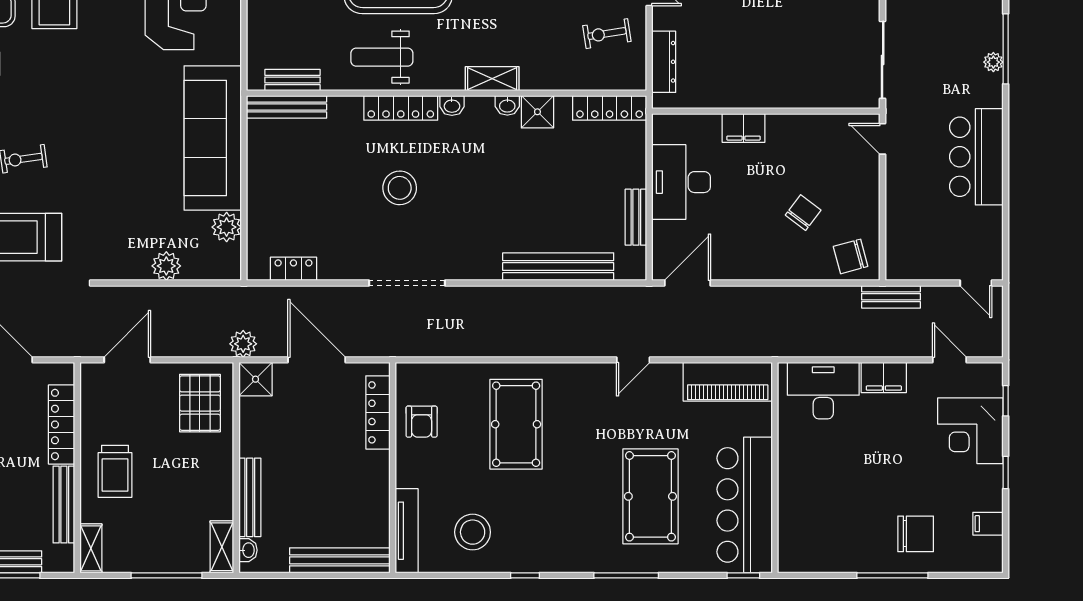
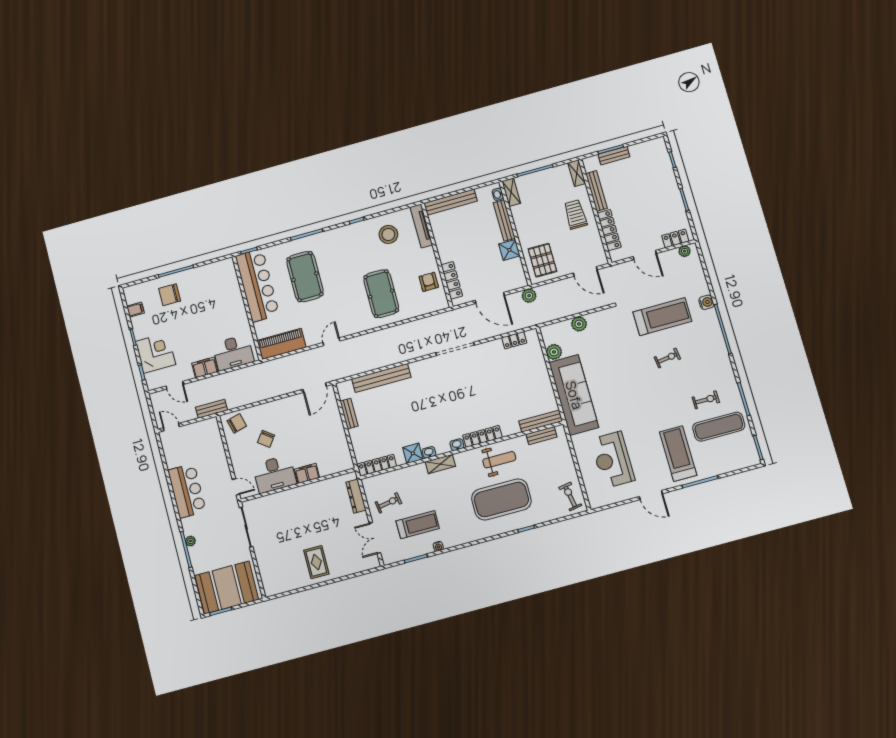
desk: (681, 182) -> (274, 474), moved, turned 90
stool: (400, 188) -> (472, 396), removed
door: (127, 360) -> (585, 271), hinge flipped
shower: (255, 379) -> (509, 250), moved

